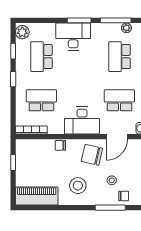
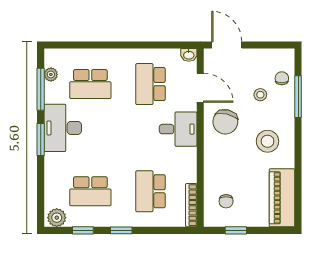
desk: (73, 36) -> (63, 128), moved
desk: (82, 120) -> (178, 129), width x0.73
chair: (60, 145) -> (226, 201), moved

